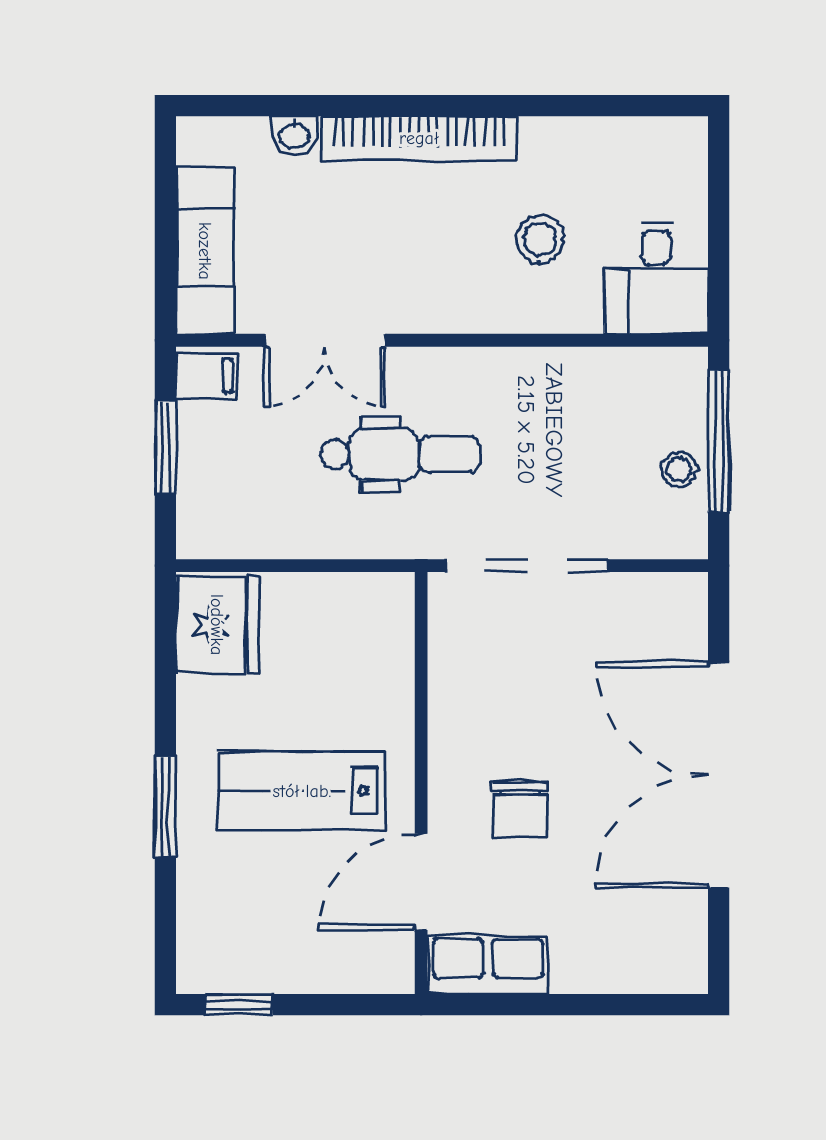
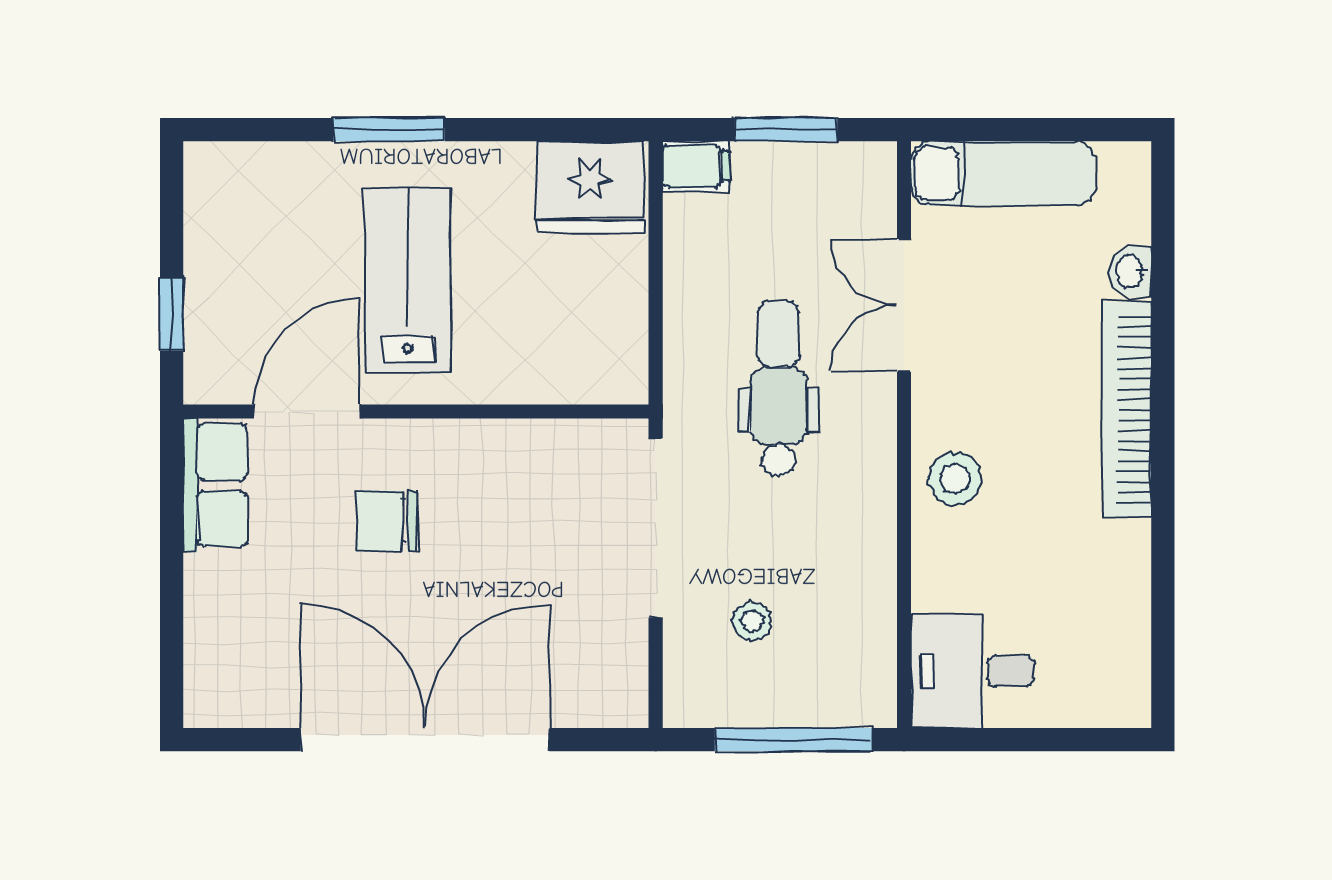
stool: (540, 239) -> (955, 479), moved
filing cabinet: (206, 376) -> (696, 166), moved, turned -90
dental chair: (400, 454) -> (778, 388), turned 180
stool: (679, 469) -> (752, 621), moved
door: (421, 882) -> (307, 411), hinge flipped
window: (239, 1005) -> (172, 314), moved

